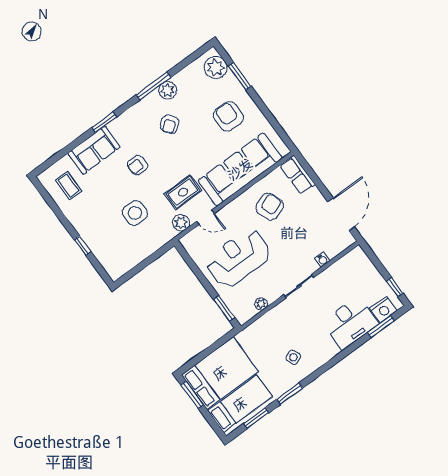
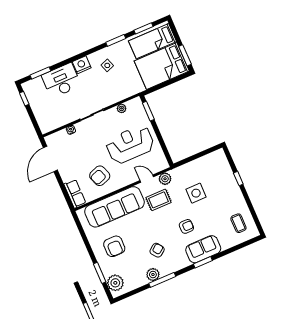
sofa: (94, 150) -> (203, 249), moved
reception desk: (238, 258) -> (130, 144), turned 180
nightstand: (383, 309) -> (82, 65), moved

